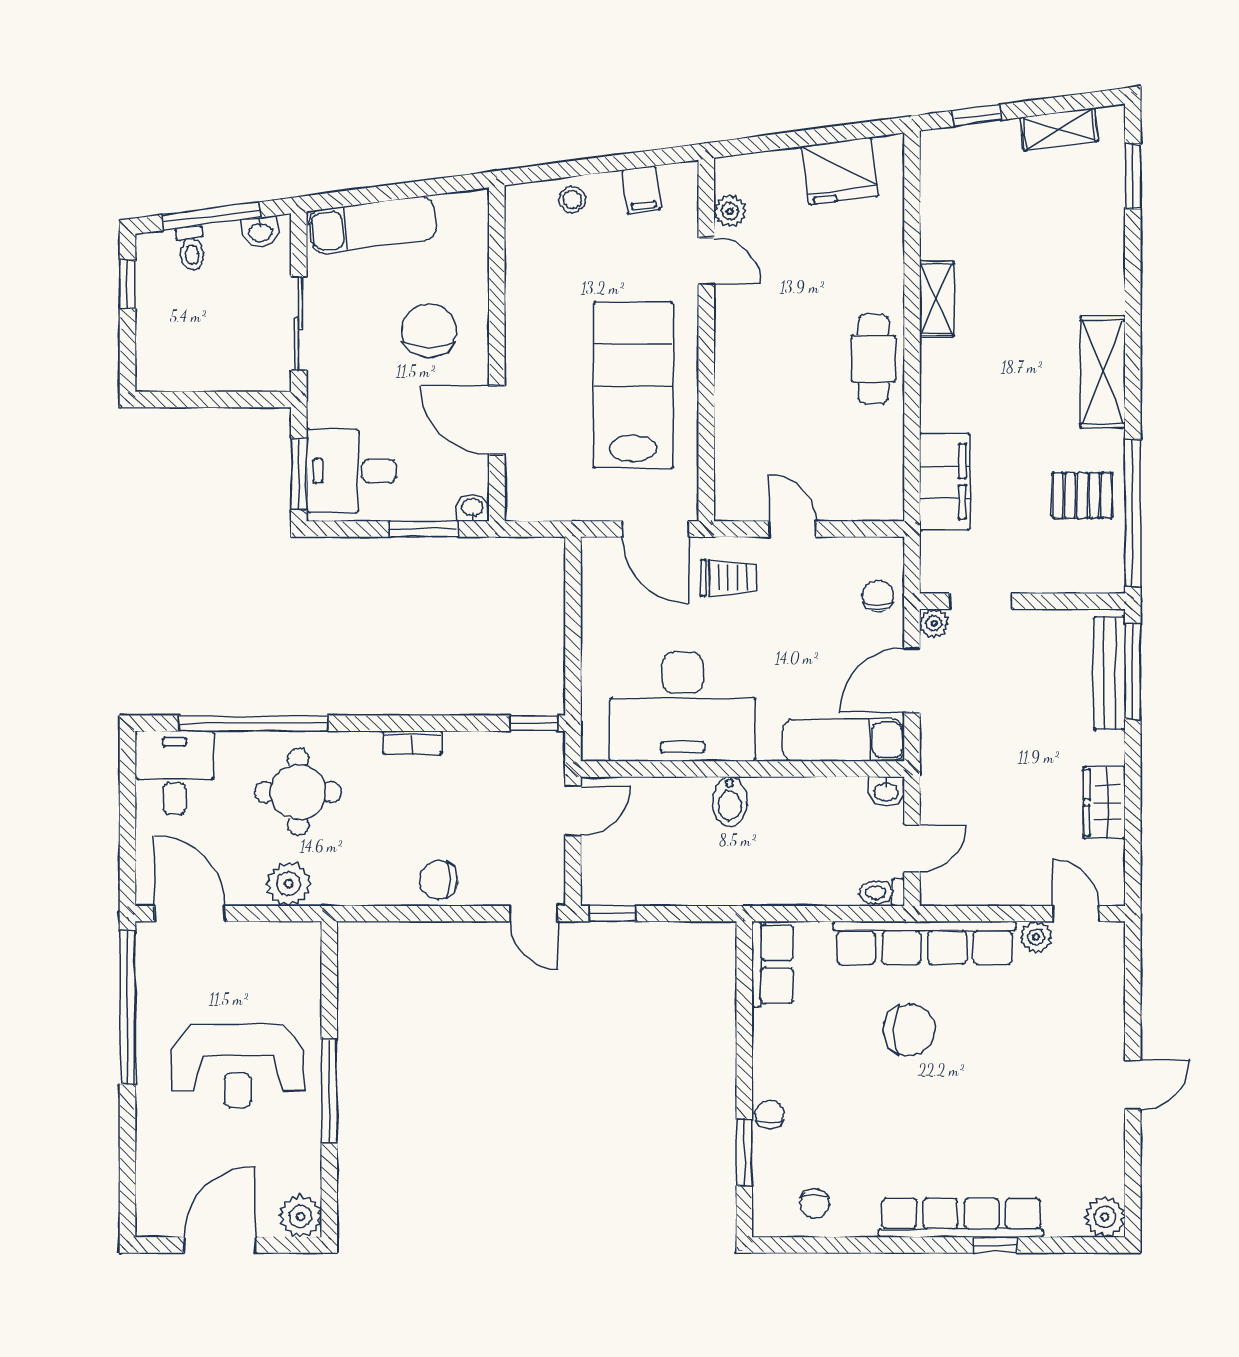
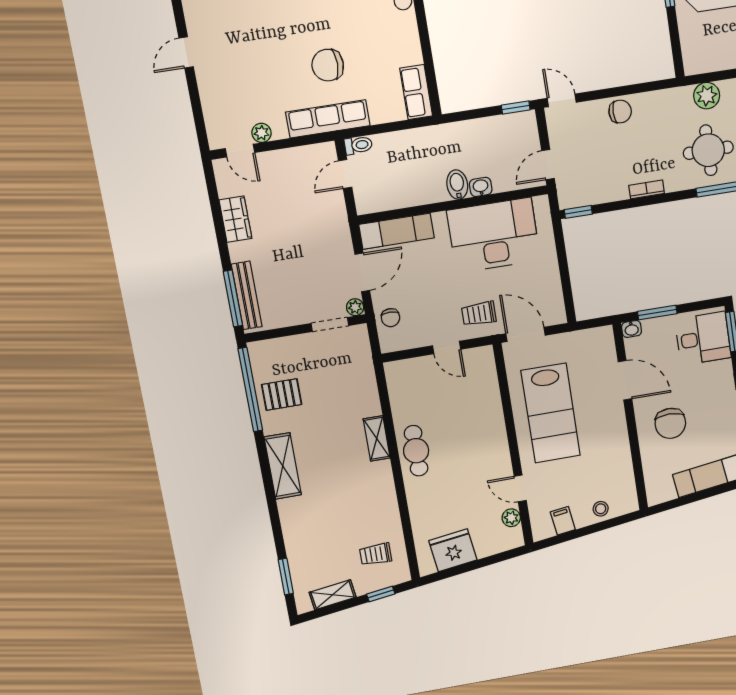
trolley: (973, 188) -> (376, 554), added
shelving: (937, 299) -> (377, 438), moved
filing cabinet: (945, 482) -> (363, 389), removed
washbasin: (886, 791) -> (481, 187), moved
row of seats: (924, 943) -> (328, 119), width x0.73

